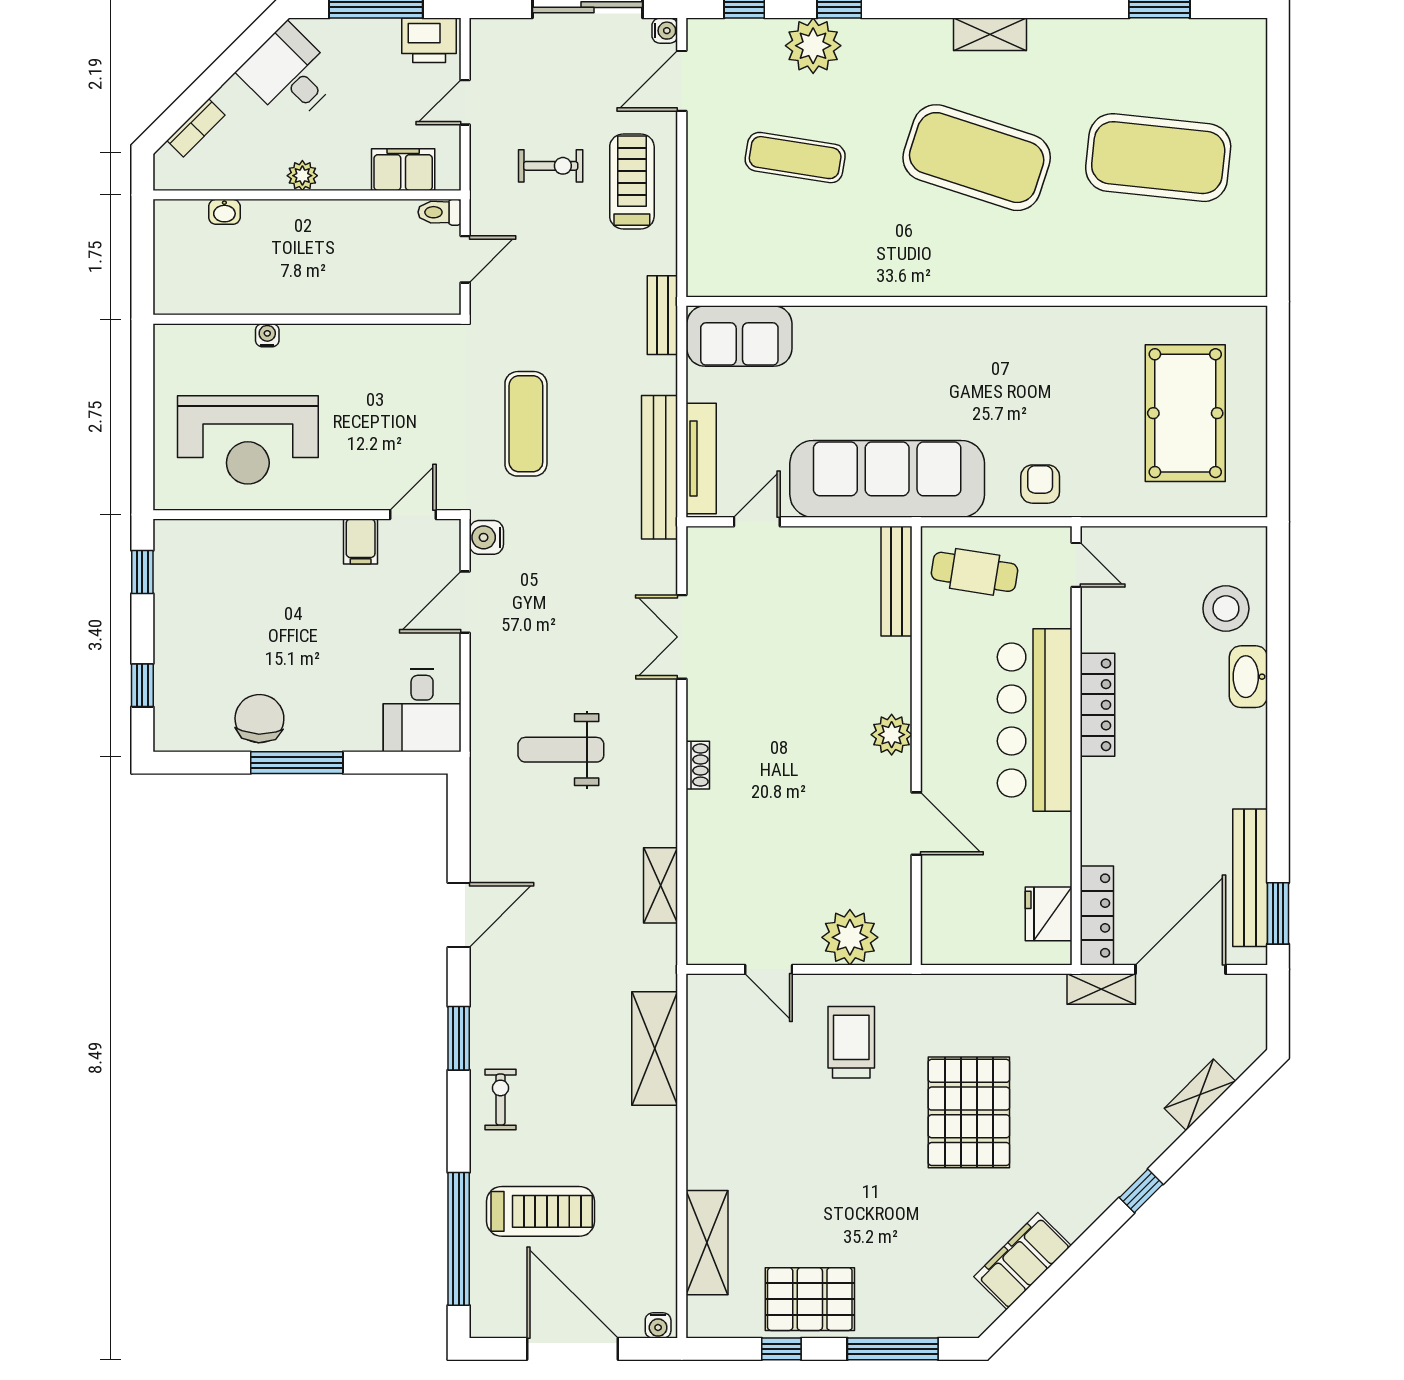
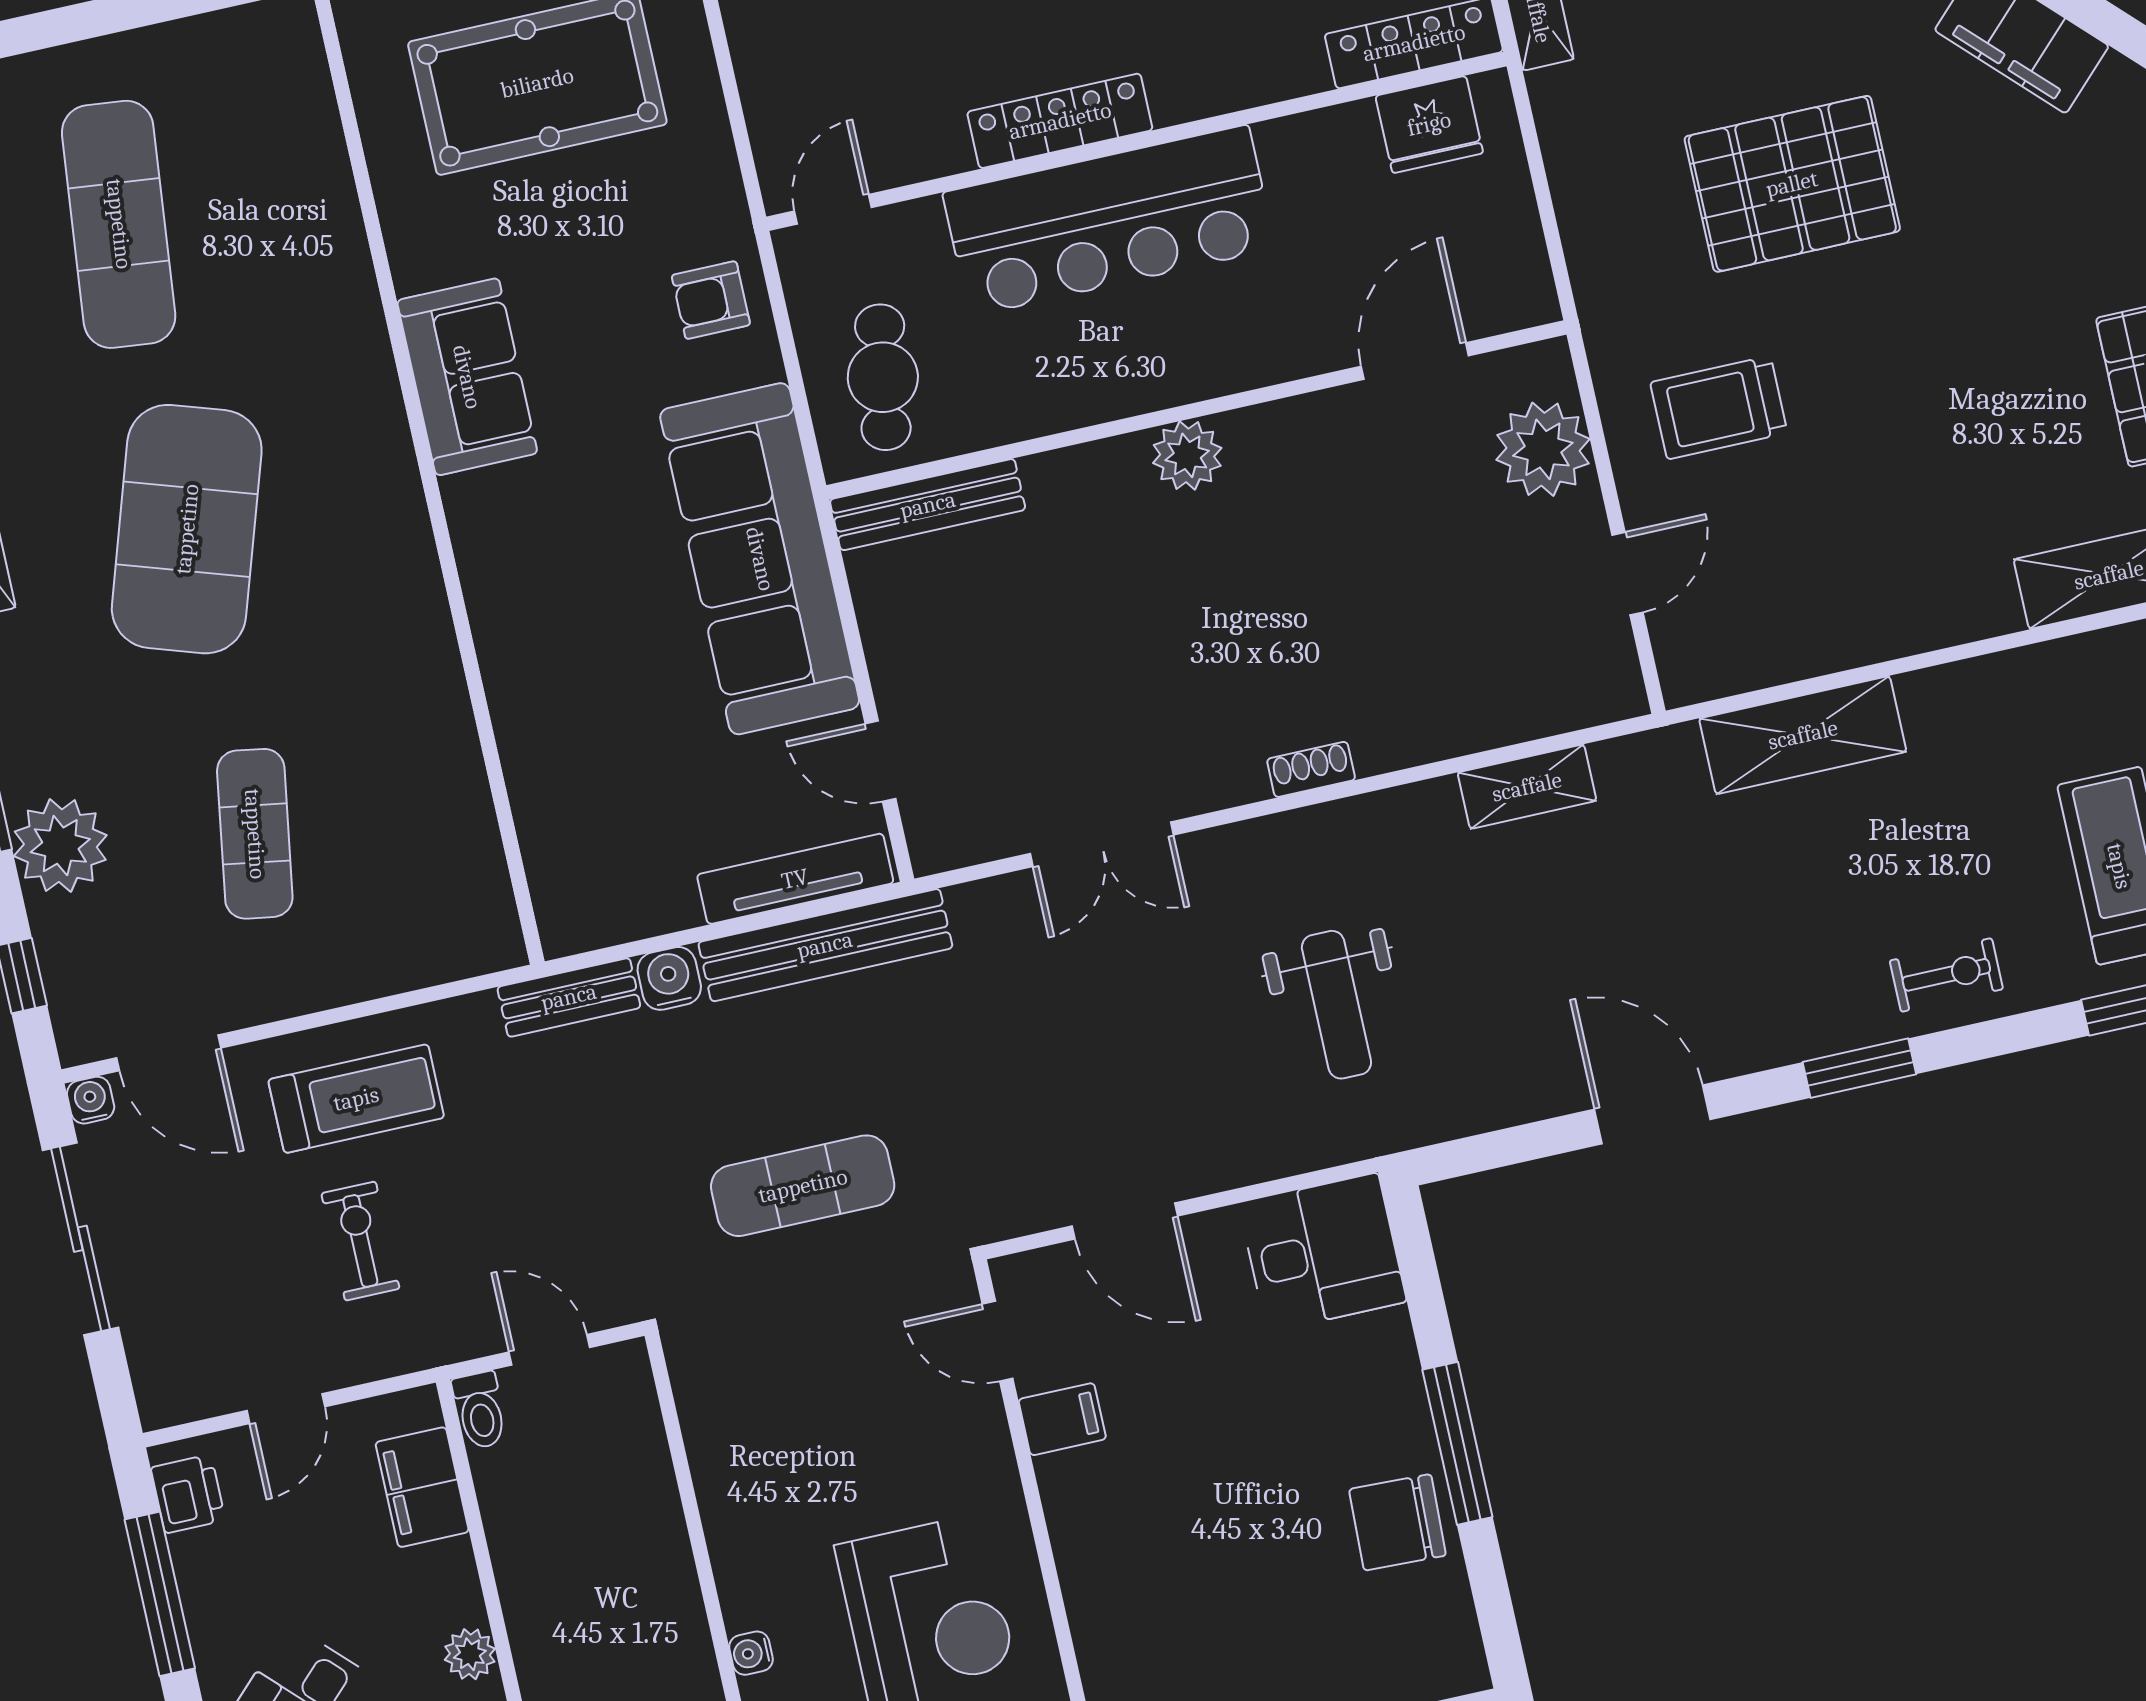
printer: (429, 40) -> (188, 1494), width x0.73, depth x0.81
door: (465, 102) -> (286, 1409), hinge flipped
exercise mat: (1158, 158) -> (119, 224), width x0.68
treadmill: (632, 181) -> (356, 1099), turned 180
sofa: (739, 336) -> (467, 377), moved
water cooler: (486, 537) -> (669, 978), moved, turned 180
door: (916, 824) -> (1415, 361), moved
exercise bike: (500, 1100) -> (1946, 975), turned 180

